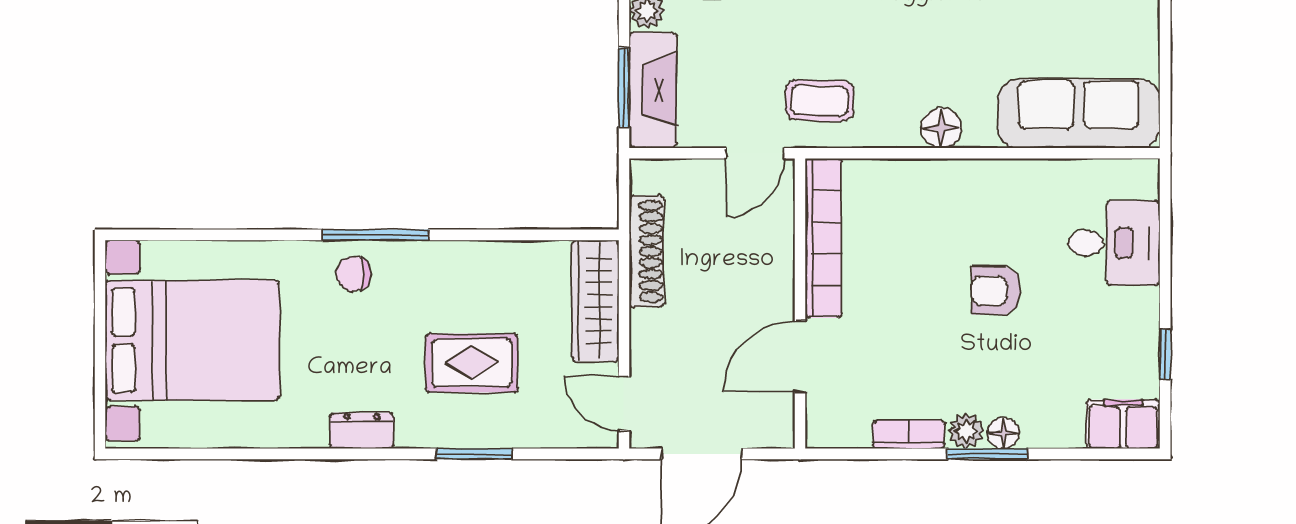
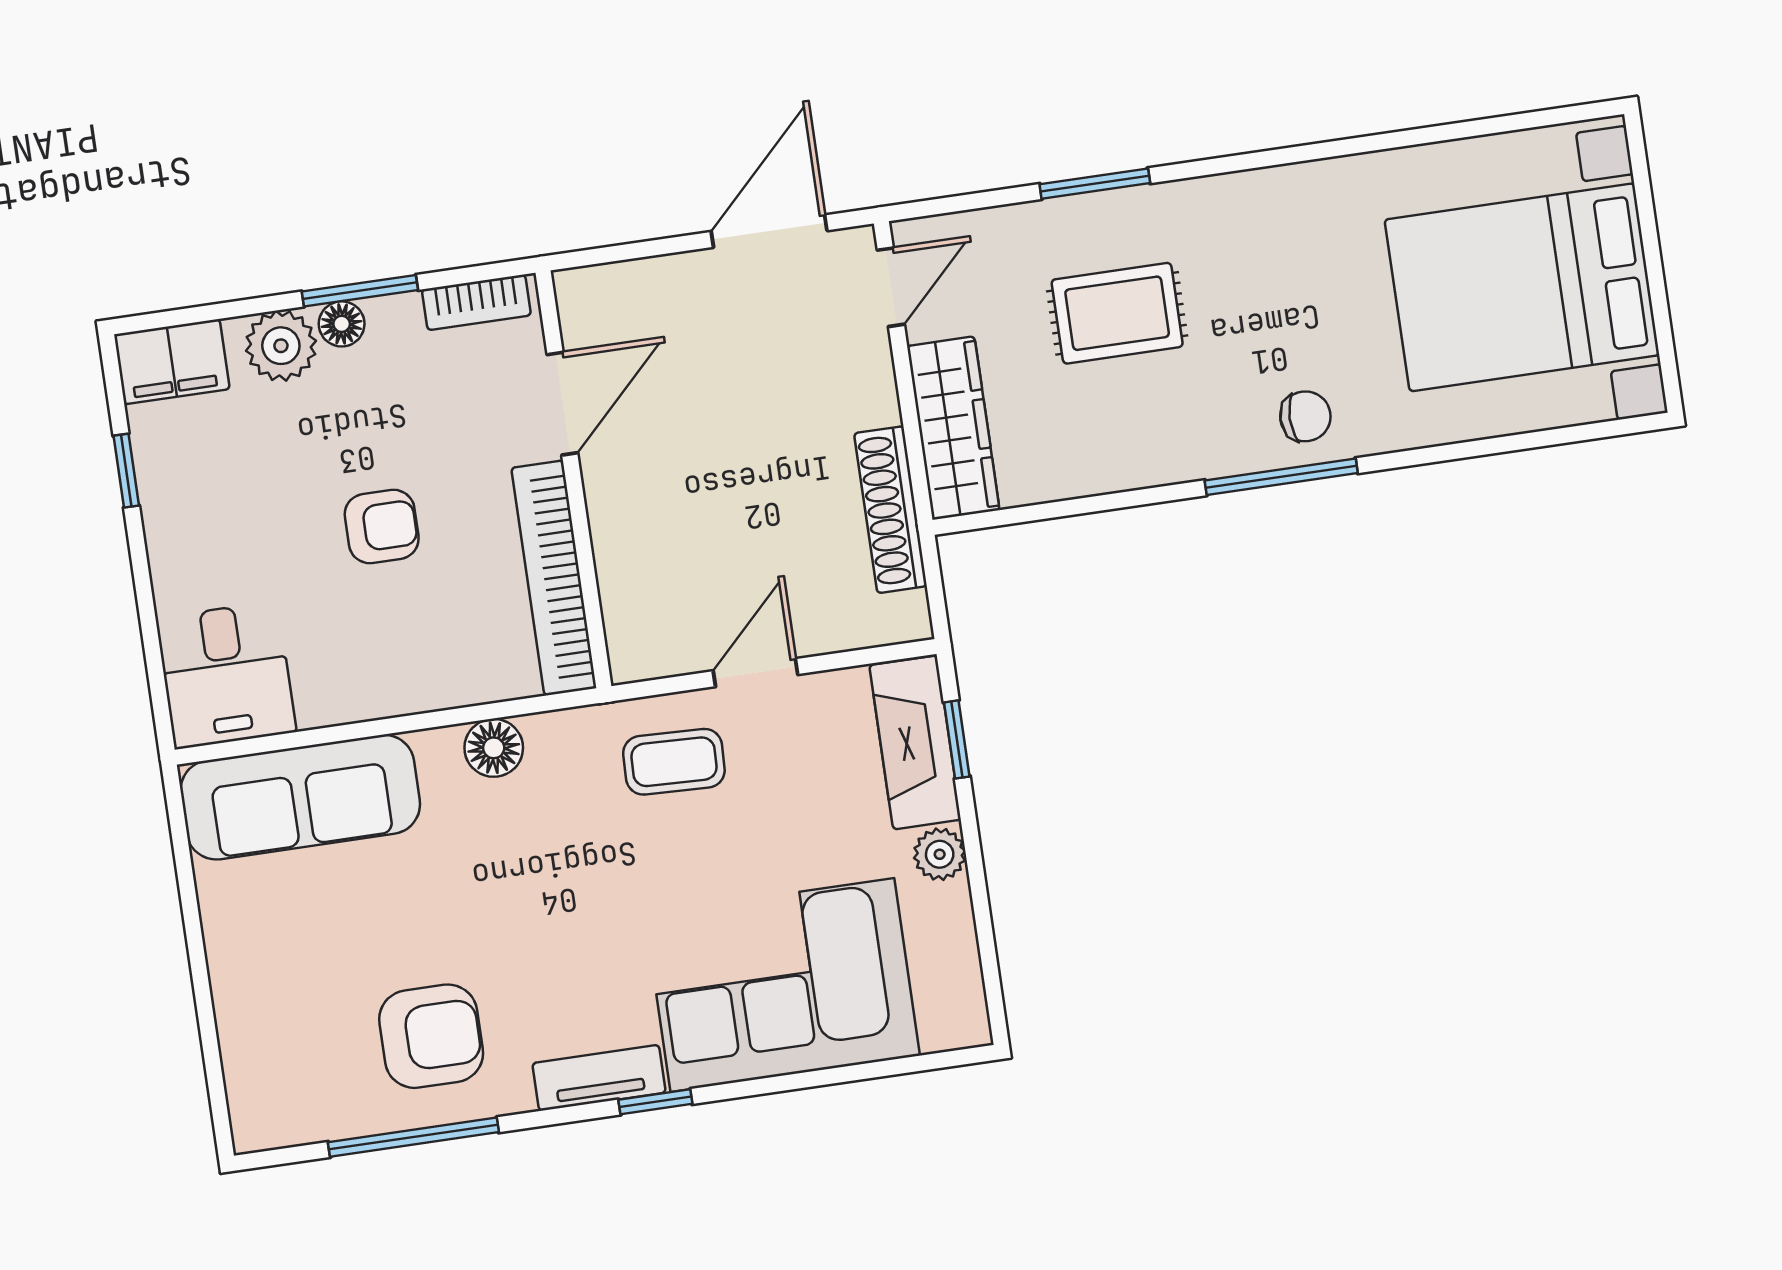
window: (624, 88) -> (957, 739), width x0.67
bookcase: (823, 238) -> (554, 578), moved
desk: (1114, 243) -> (226, 675), moved, turned -90
wall: (800, 304) -> (573, 479), moved
door: (800, 356) -> (562, 404), moved
door: (624, 403) -> (891, 287), hinge flipped
dresser: (362, 431) -> (1260, 193), removed
plant: (966, 431) -> (281, 346), moved, width x1.38, depth x1.38

